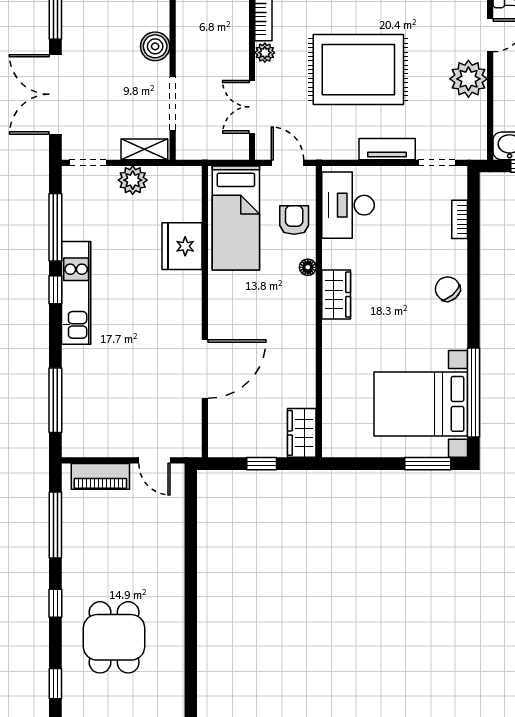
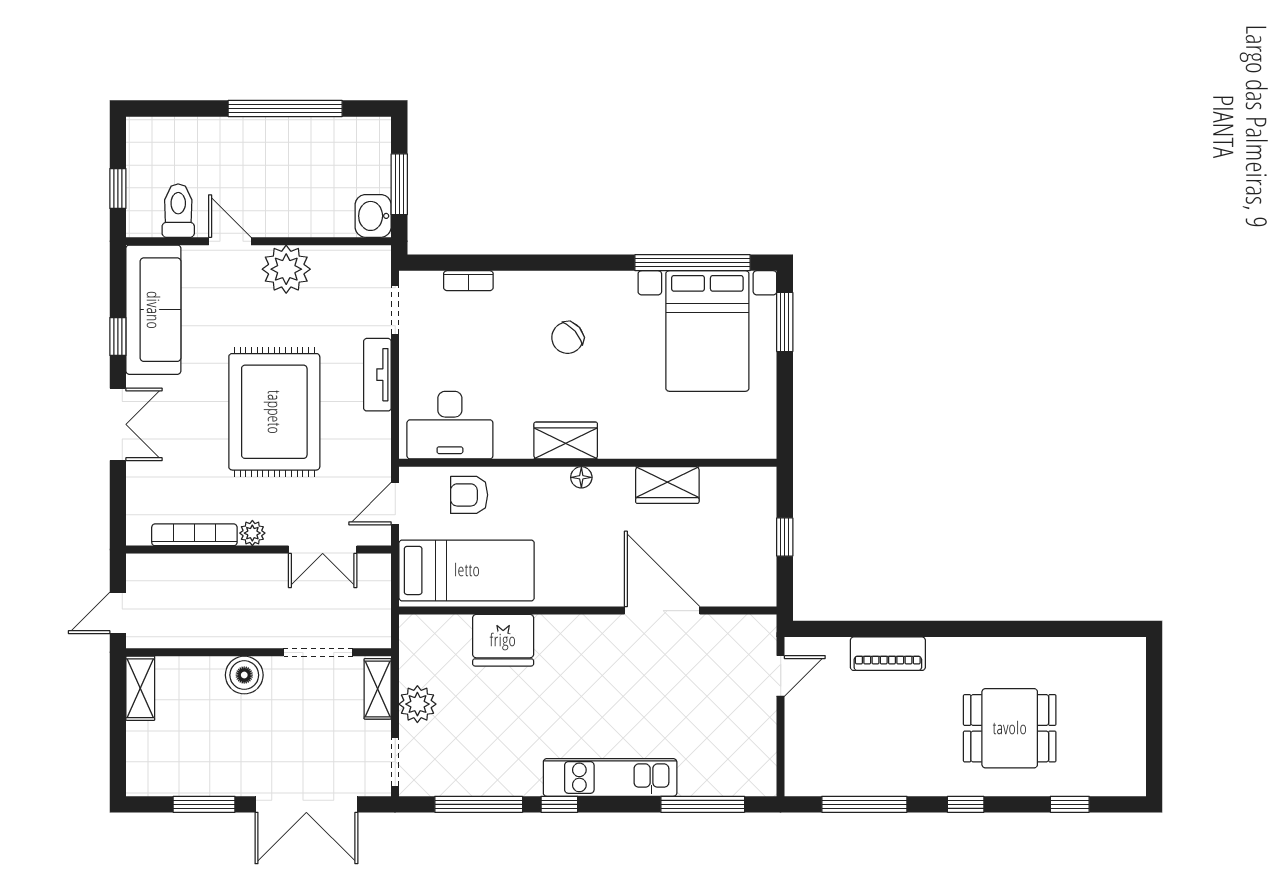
floor lamp: (308, 267) -> (581, 477), moved
chair: (448, 289) -> (567, 338), moved
kitchen unit: (76, 293) -> (610, 777), moved
wardrobe: (302, 433) -> (667, 485), moved
piano: (100, 476) -> (888, 654), moved, turned 90

